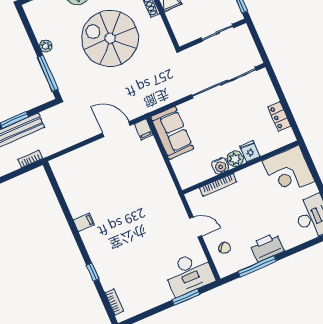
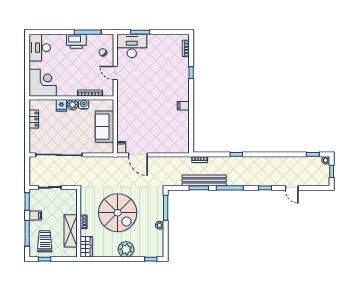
sofa: (172, 133) -> (105, 127), moved

